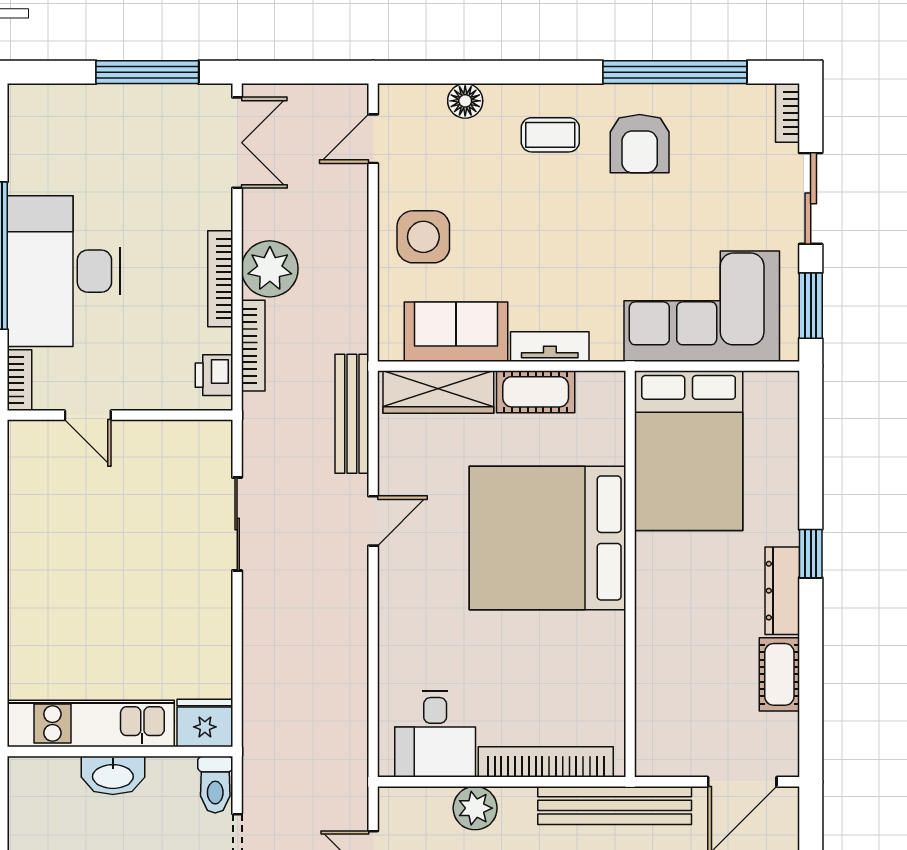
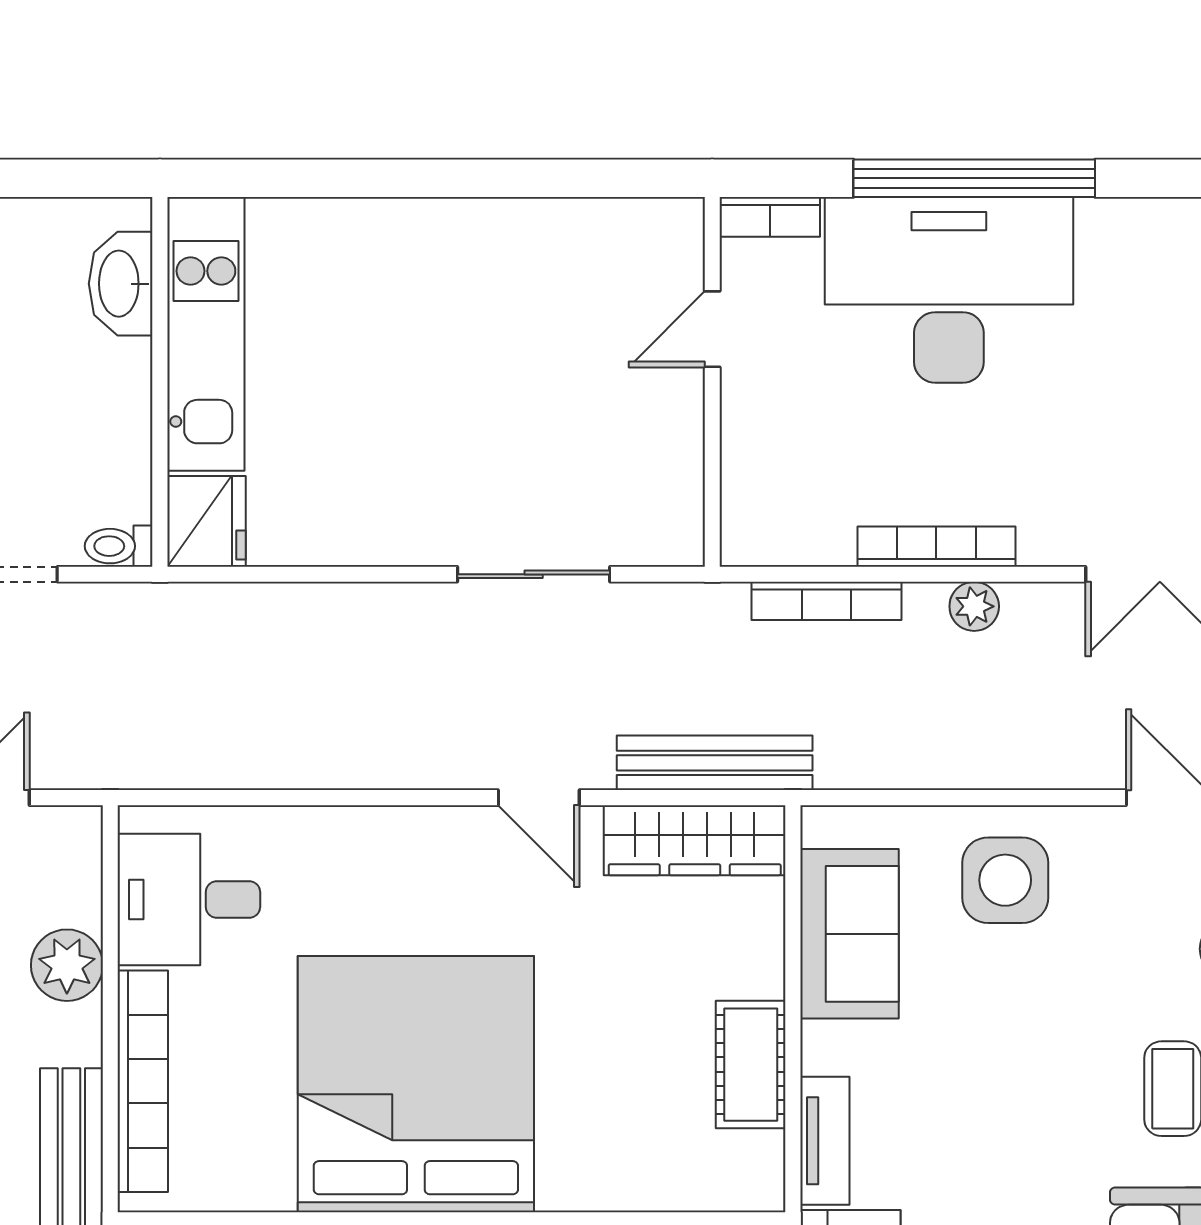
plant: (270, 269) -> (974, 606), width x0.53, depth x0.53
tv unit: (550, 347) -> (825, 1141), moved
printer: (214, 375) -> (778, 536), removed
wardrobe: (438, 392) -> (695, 840), moved, turned -90
bed: (547, 538) -> (416, 1084), moved
washbasin: (113, 775) -> (121, 284), moved
toilet: (215, 785) -> (119, 546), width x0.73, depth x0.72

